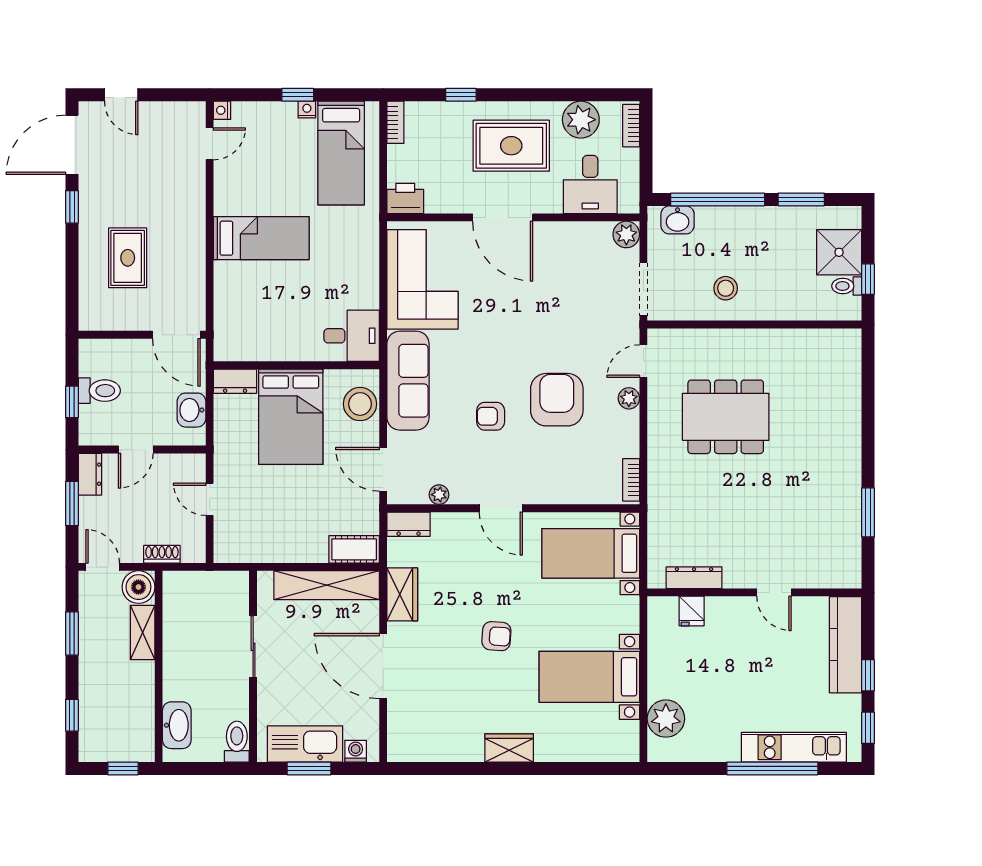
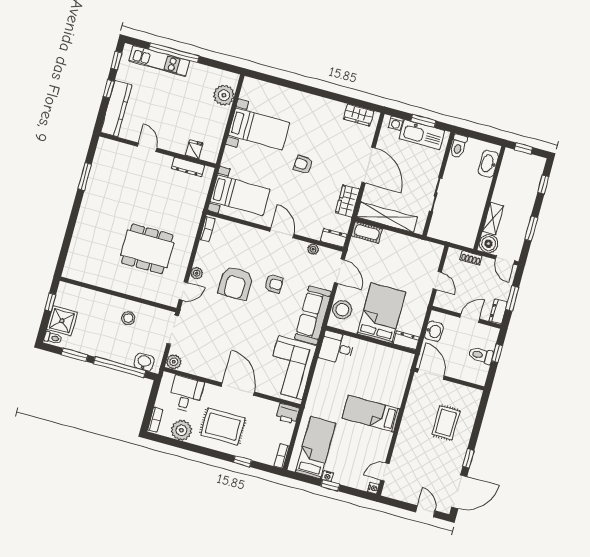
toilet: (847, 286) -> (53, 338), moved
wardrobe: (509, 748) -> (359, 115), moved

